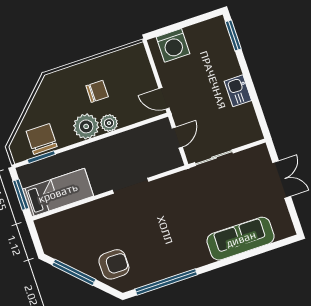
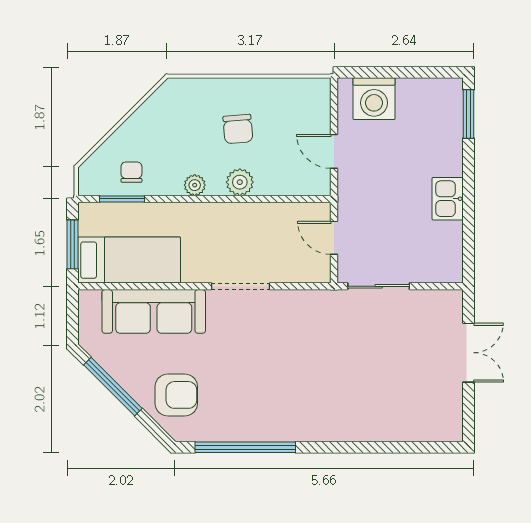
chair: (97, 91) -> (238, 129), turned 85
door: (164, 98) -> (334, 151), moved
plant: (86, 126) -> (195, 185), width x0.53, depth x0.53
door: (177, 137) -> (334, 238), swing flipped
chair: (42, 139) -> (131, 172), width x0.54, depth x0.54
sofa: (241, 239) -> (154, 311), moved, turned 180

